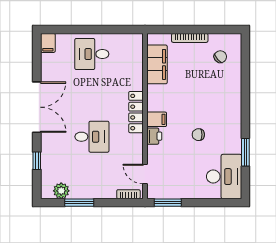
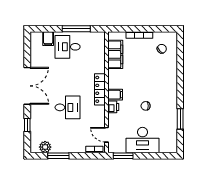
window: (104, 29) -> (76, 29), added
filing cabinet: (48, 43) -> (48, 39), moved
desk: (224, 177) -> (142, 140), moved, turned 90

